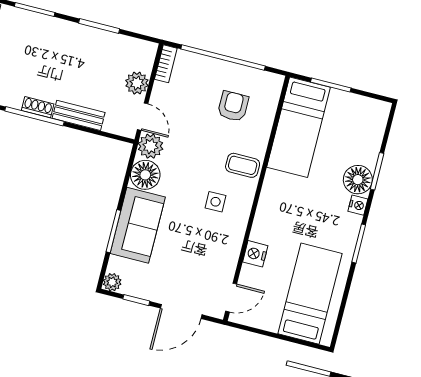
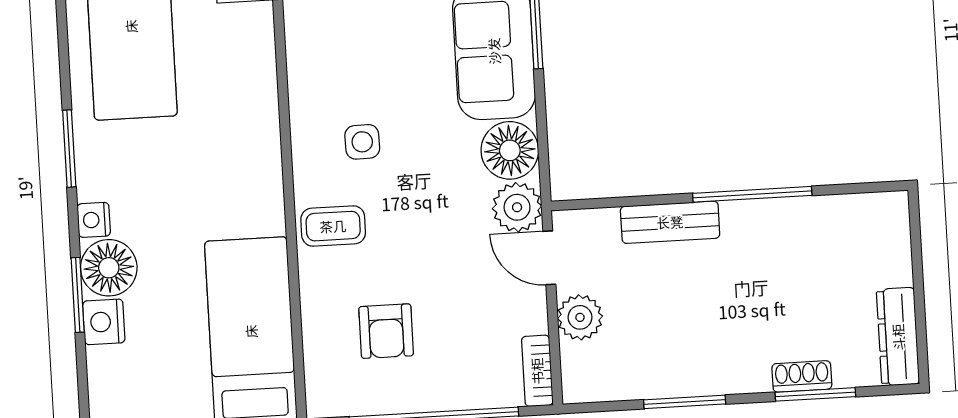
shoe rack: (38, 107) -> (802, 376), moved, turned 180
nightstand: (255, 254) -> (104, 322), moved, turned 180

